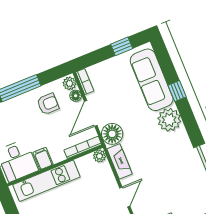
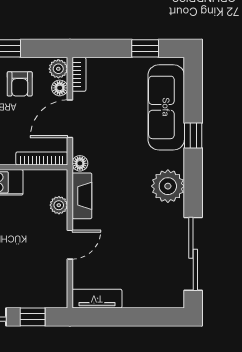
armchair: (48, 104) -> (20, 84), turned 90
plant: (169, 120) -> (168, 186), moved
floor lamp: (112, 134) -> (80, 163), width x0.53, depth x0.53
plant: (100, 156) -> (59, 205), moved

